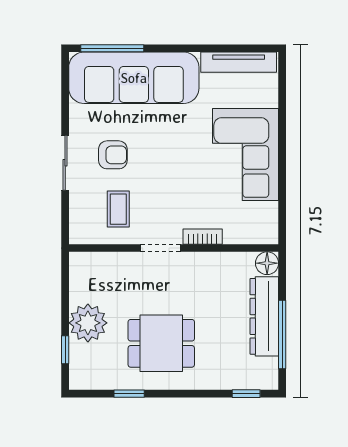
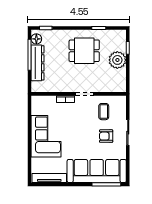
floor lamp: (267, 263) -> (36, 39), moved

